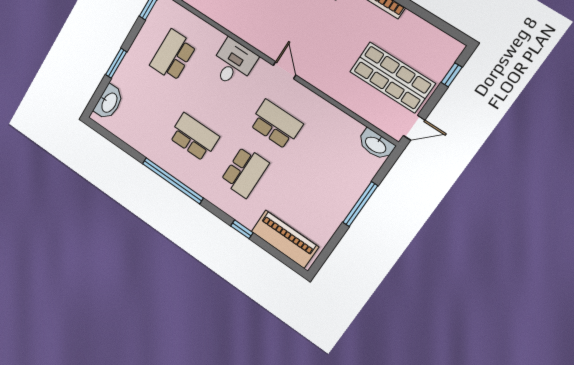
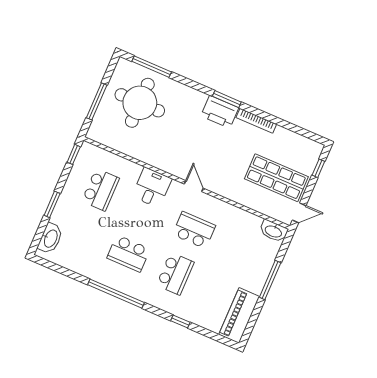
school desk: (173, 55) -> (101, 190), turned 180
school desk: (194, 137) -> (128, 253), turned 180
piano: (285, 239) -> (239, 316), moved, turned -90

